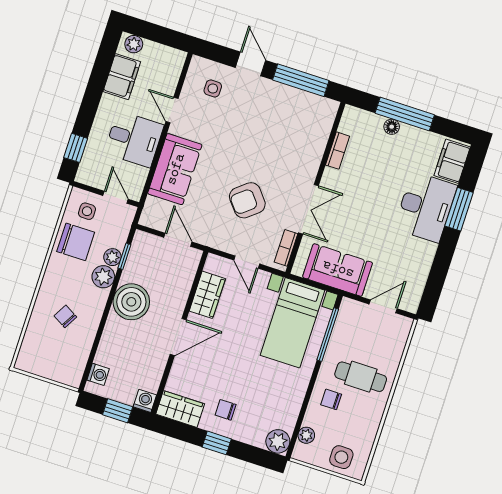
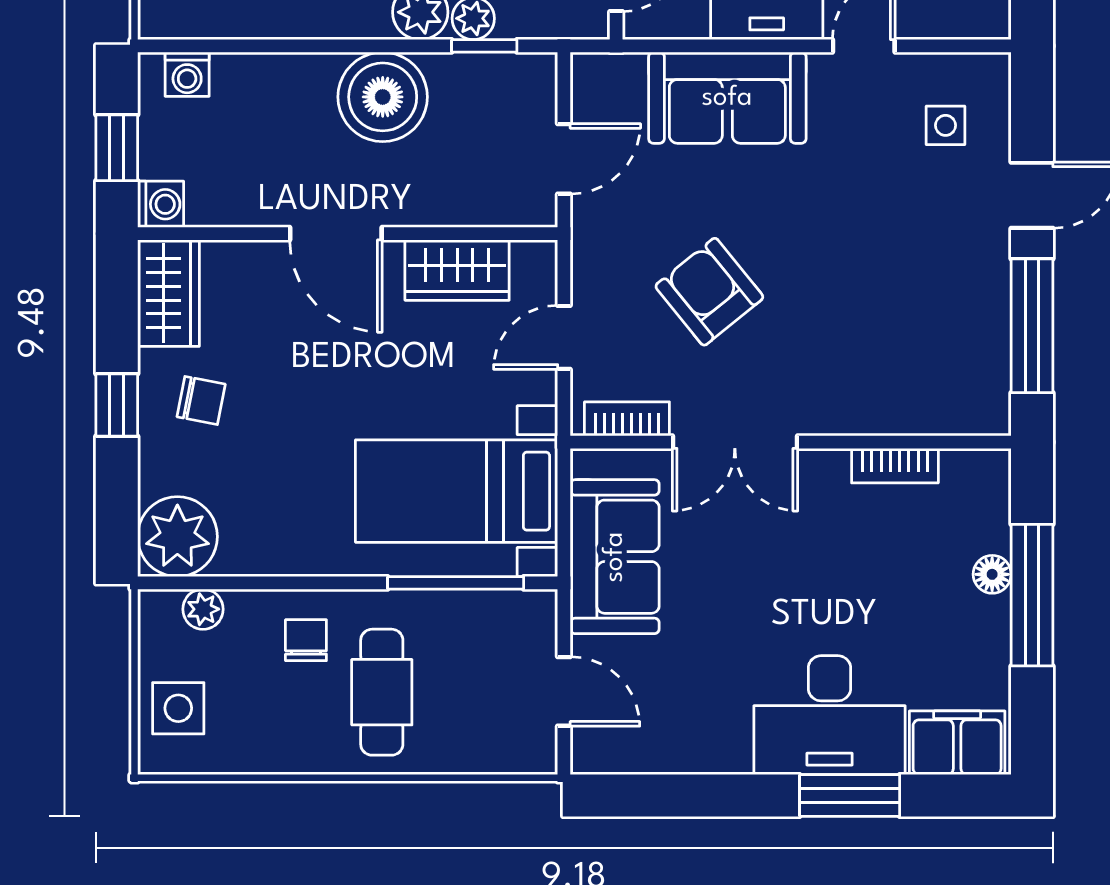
chair: (226, 410) -> (201, 400), turned 101
plant: (278, 441) -> (177, 537), width x1.36, depth x1.36

